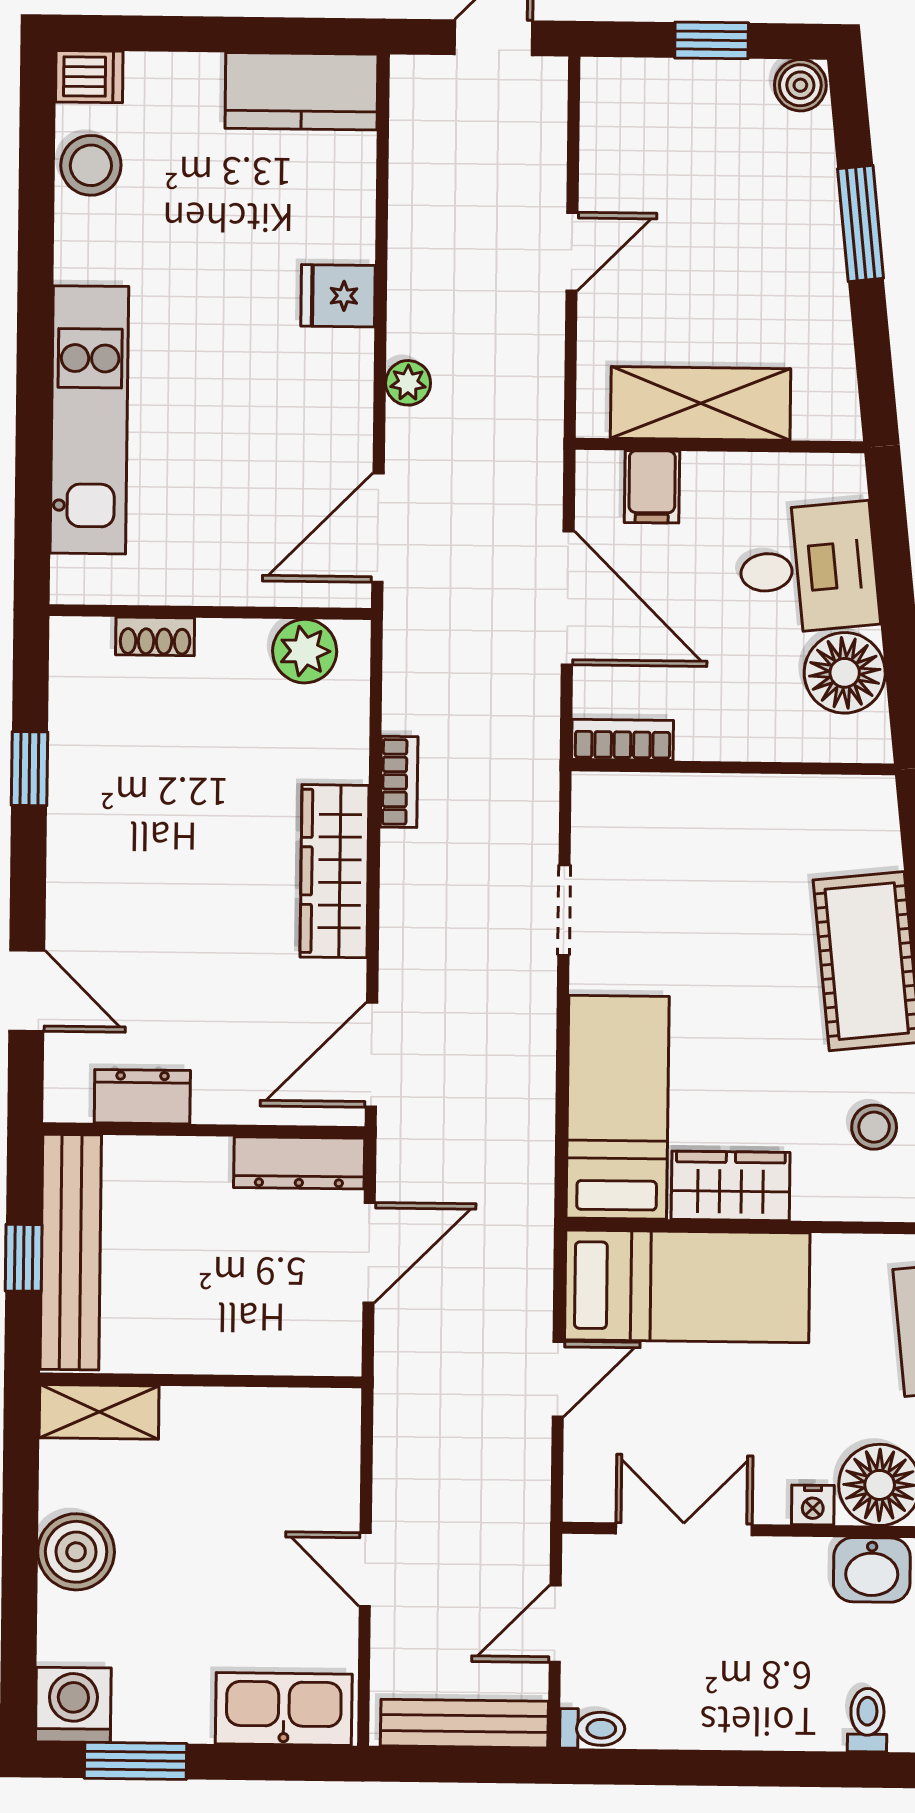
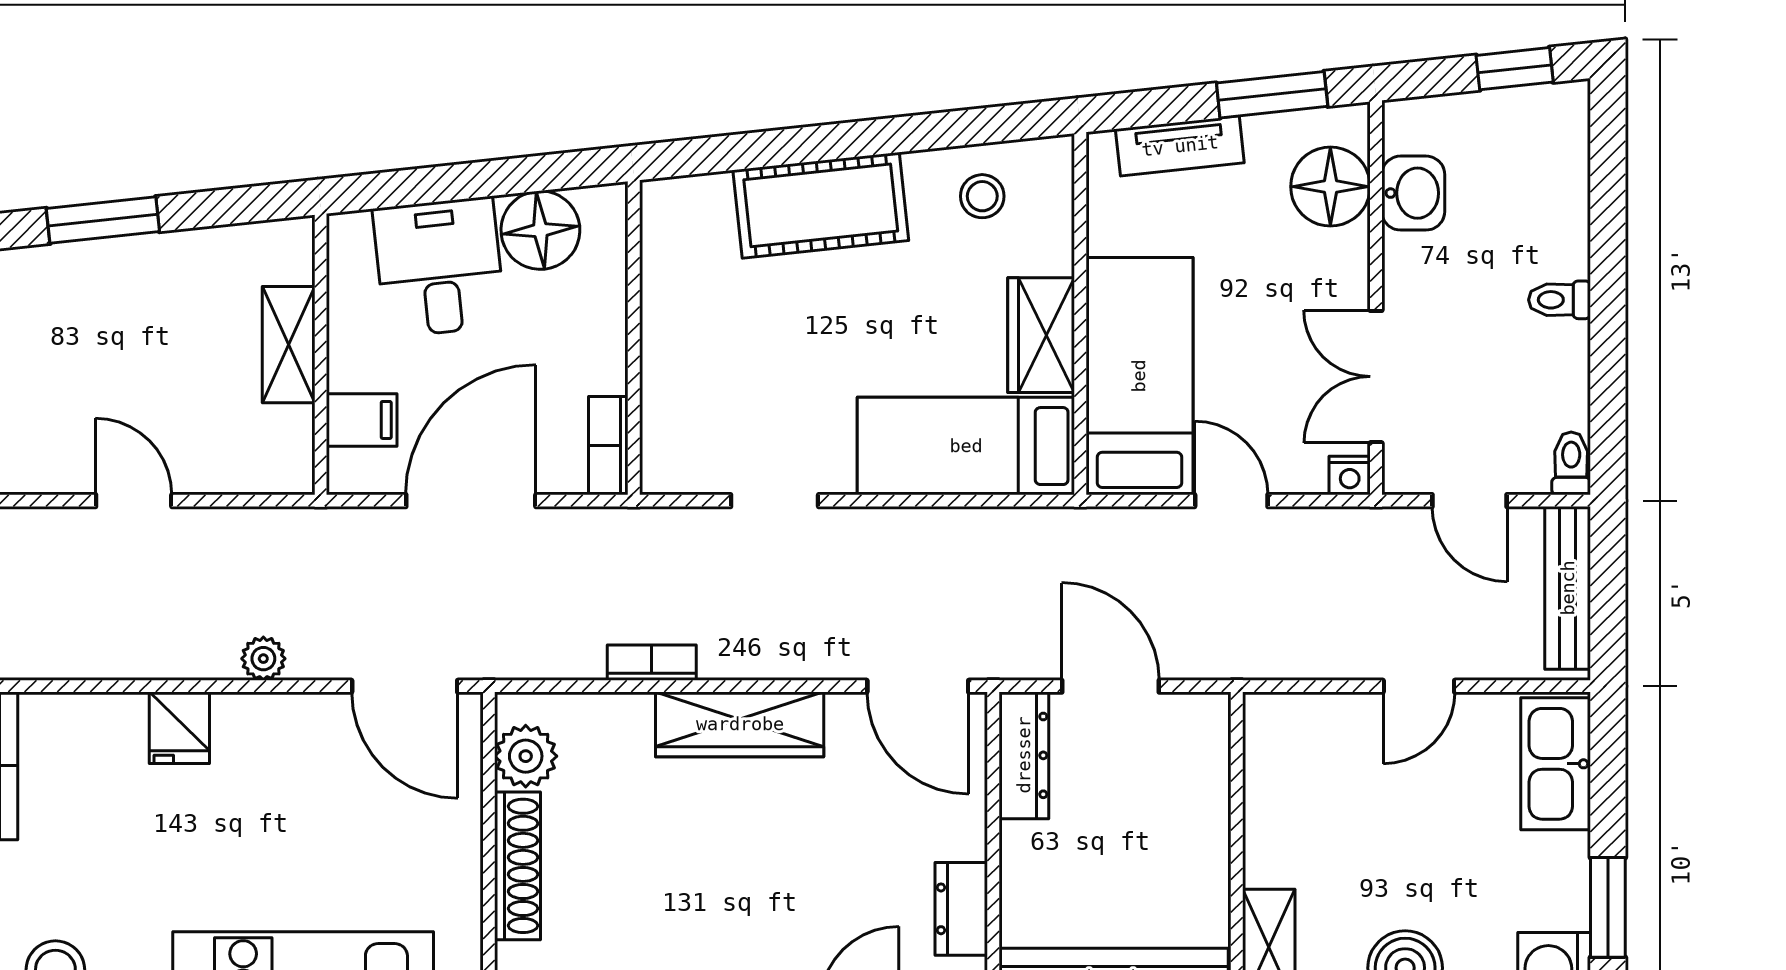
shelving: (701, 403) -> (289, 345), width x0.67, depth x0.75
shoe rack: (155, 636) -> (518, 866), width x1.94, depth x1.24
nightstand: (813, 1505) -> (1350, 476), moved, turned 90
toilet: (867, 1720) -> (1560, 300), moved

